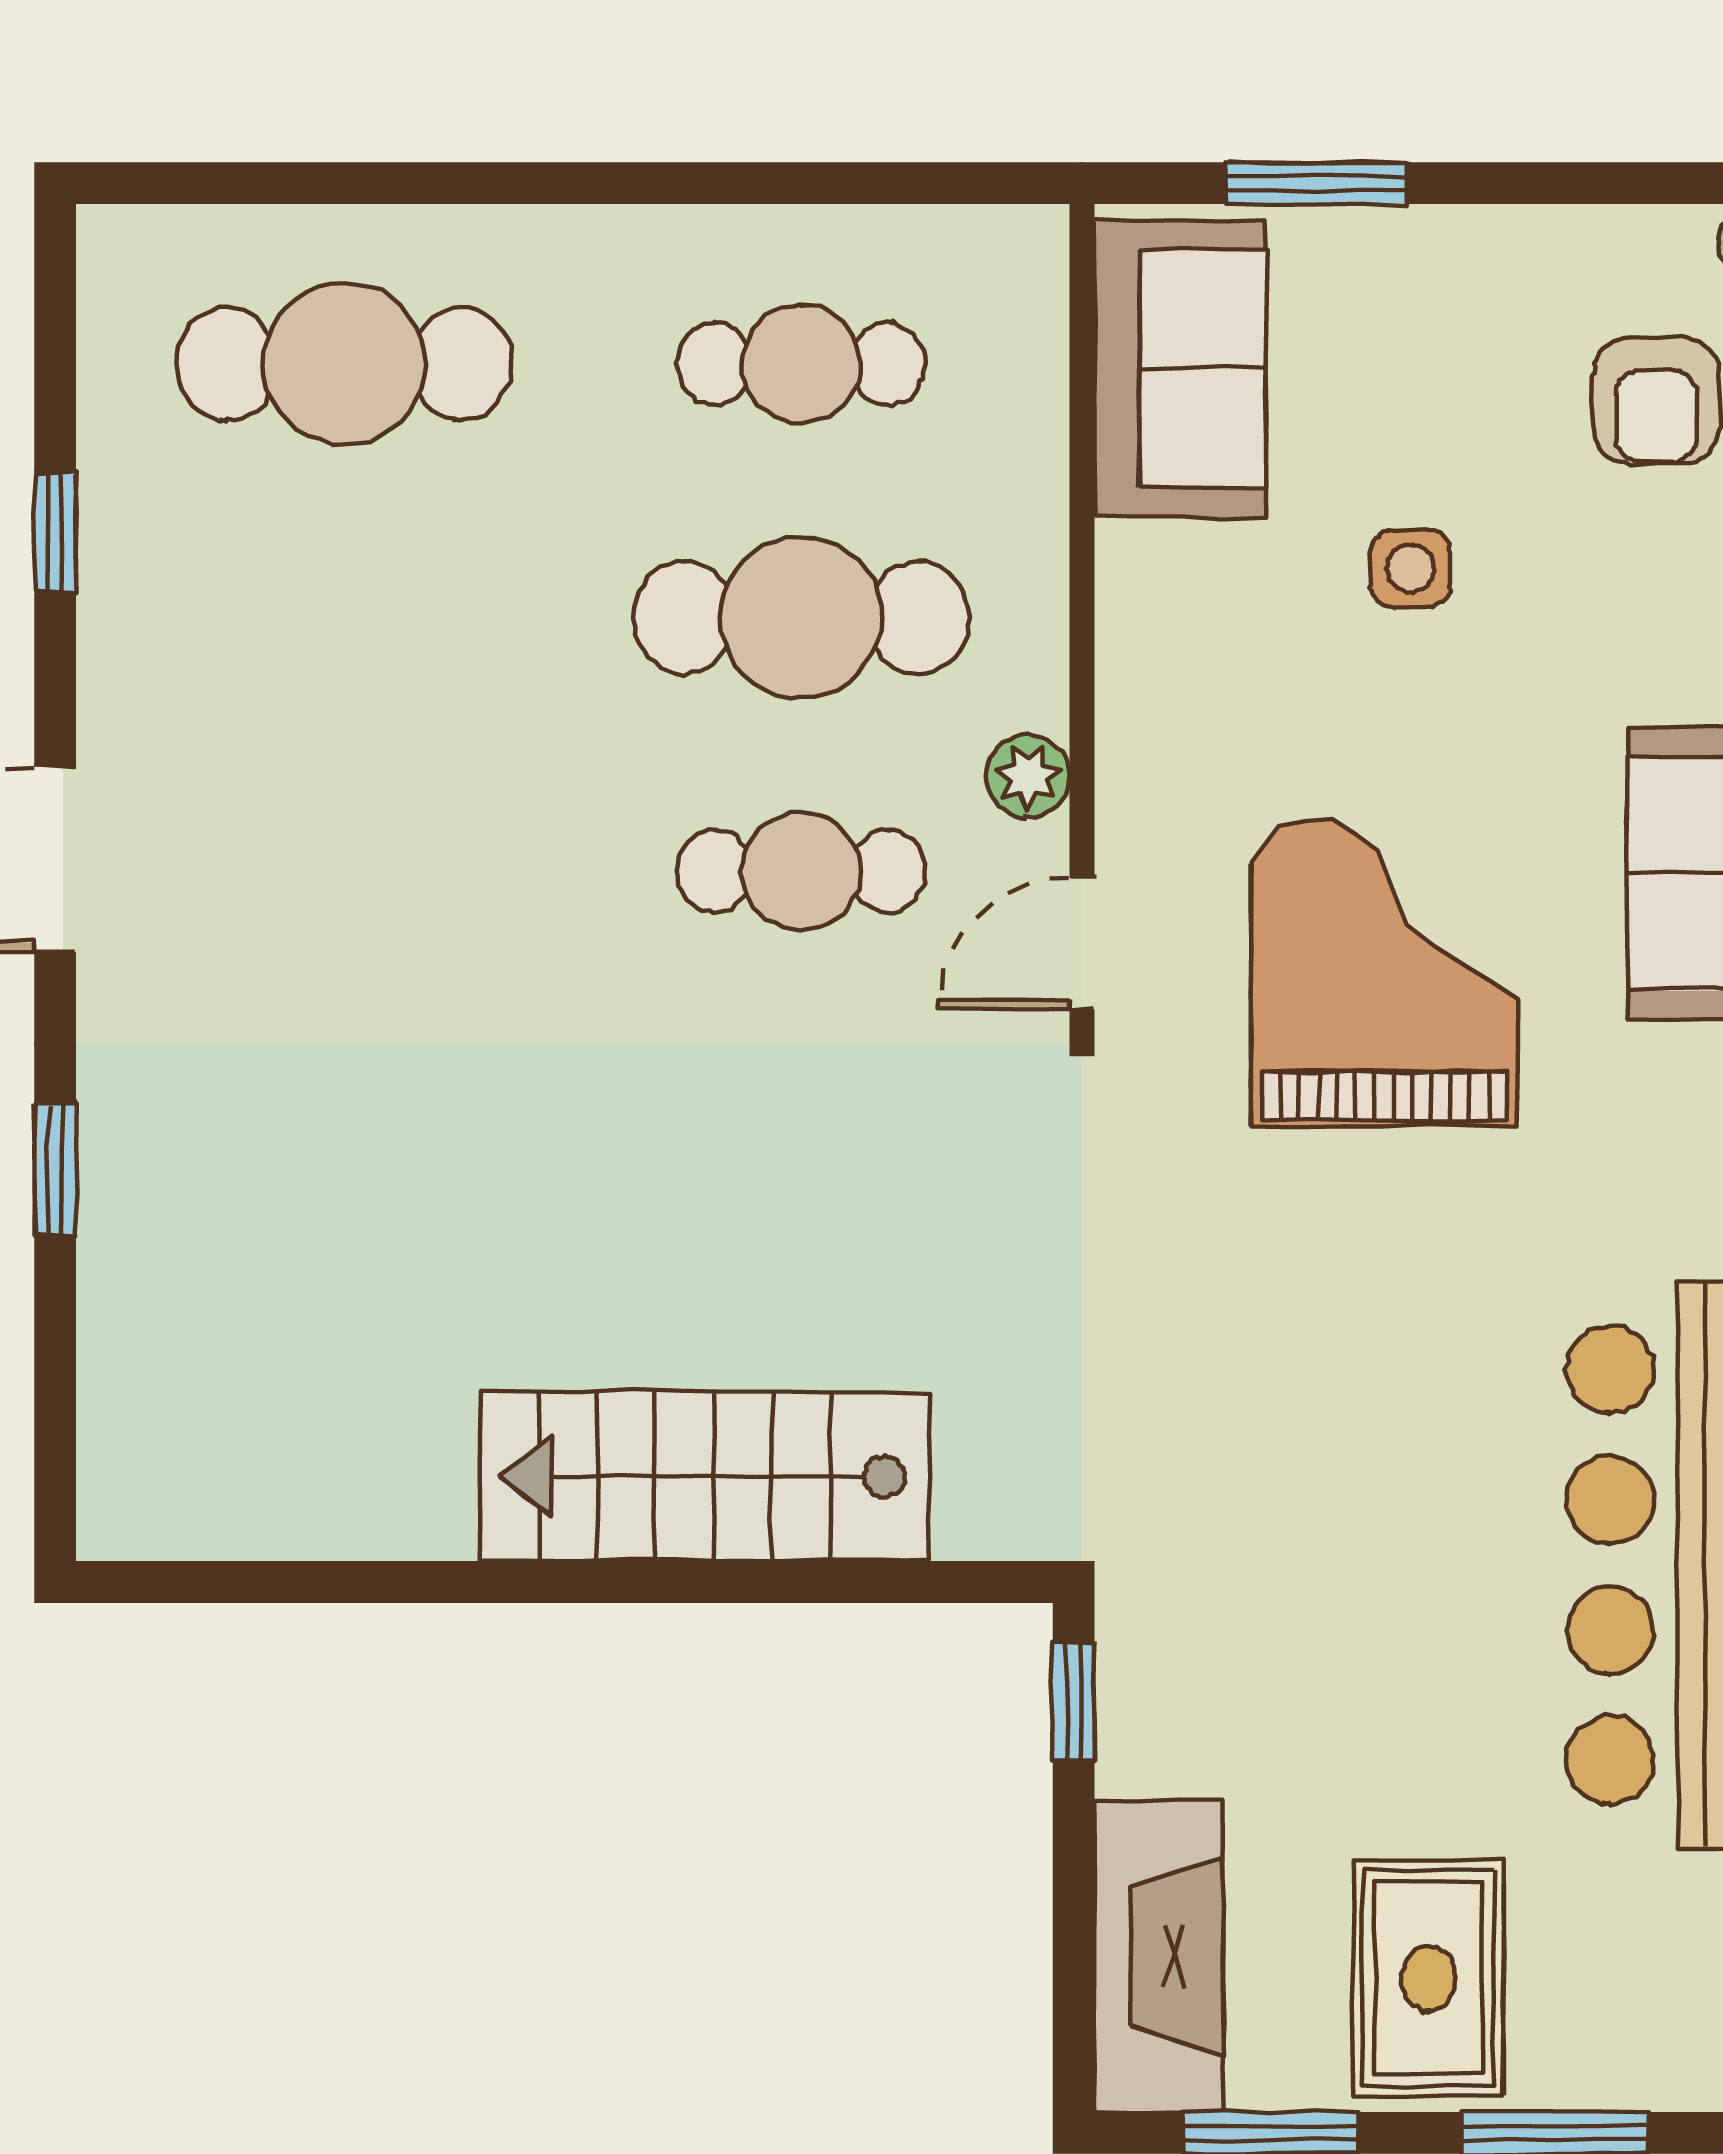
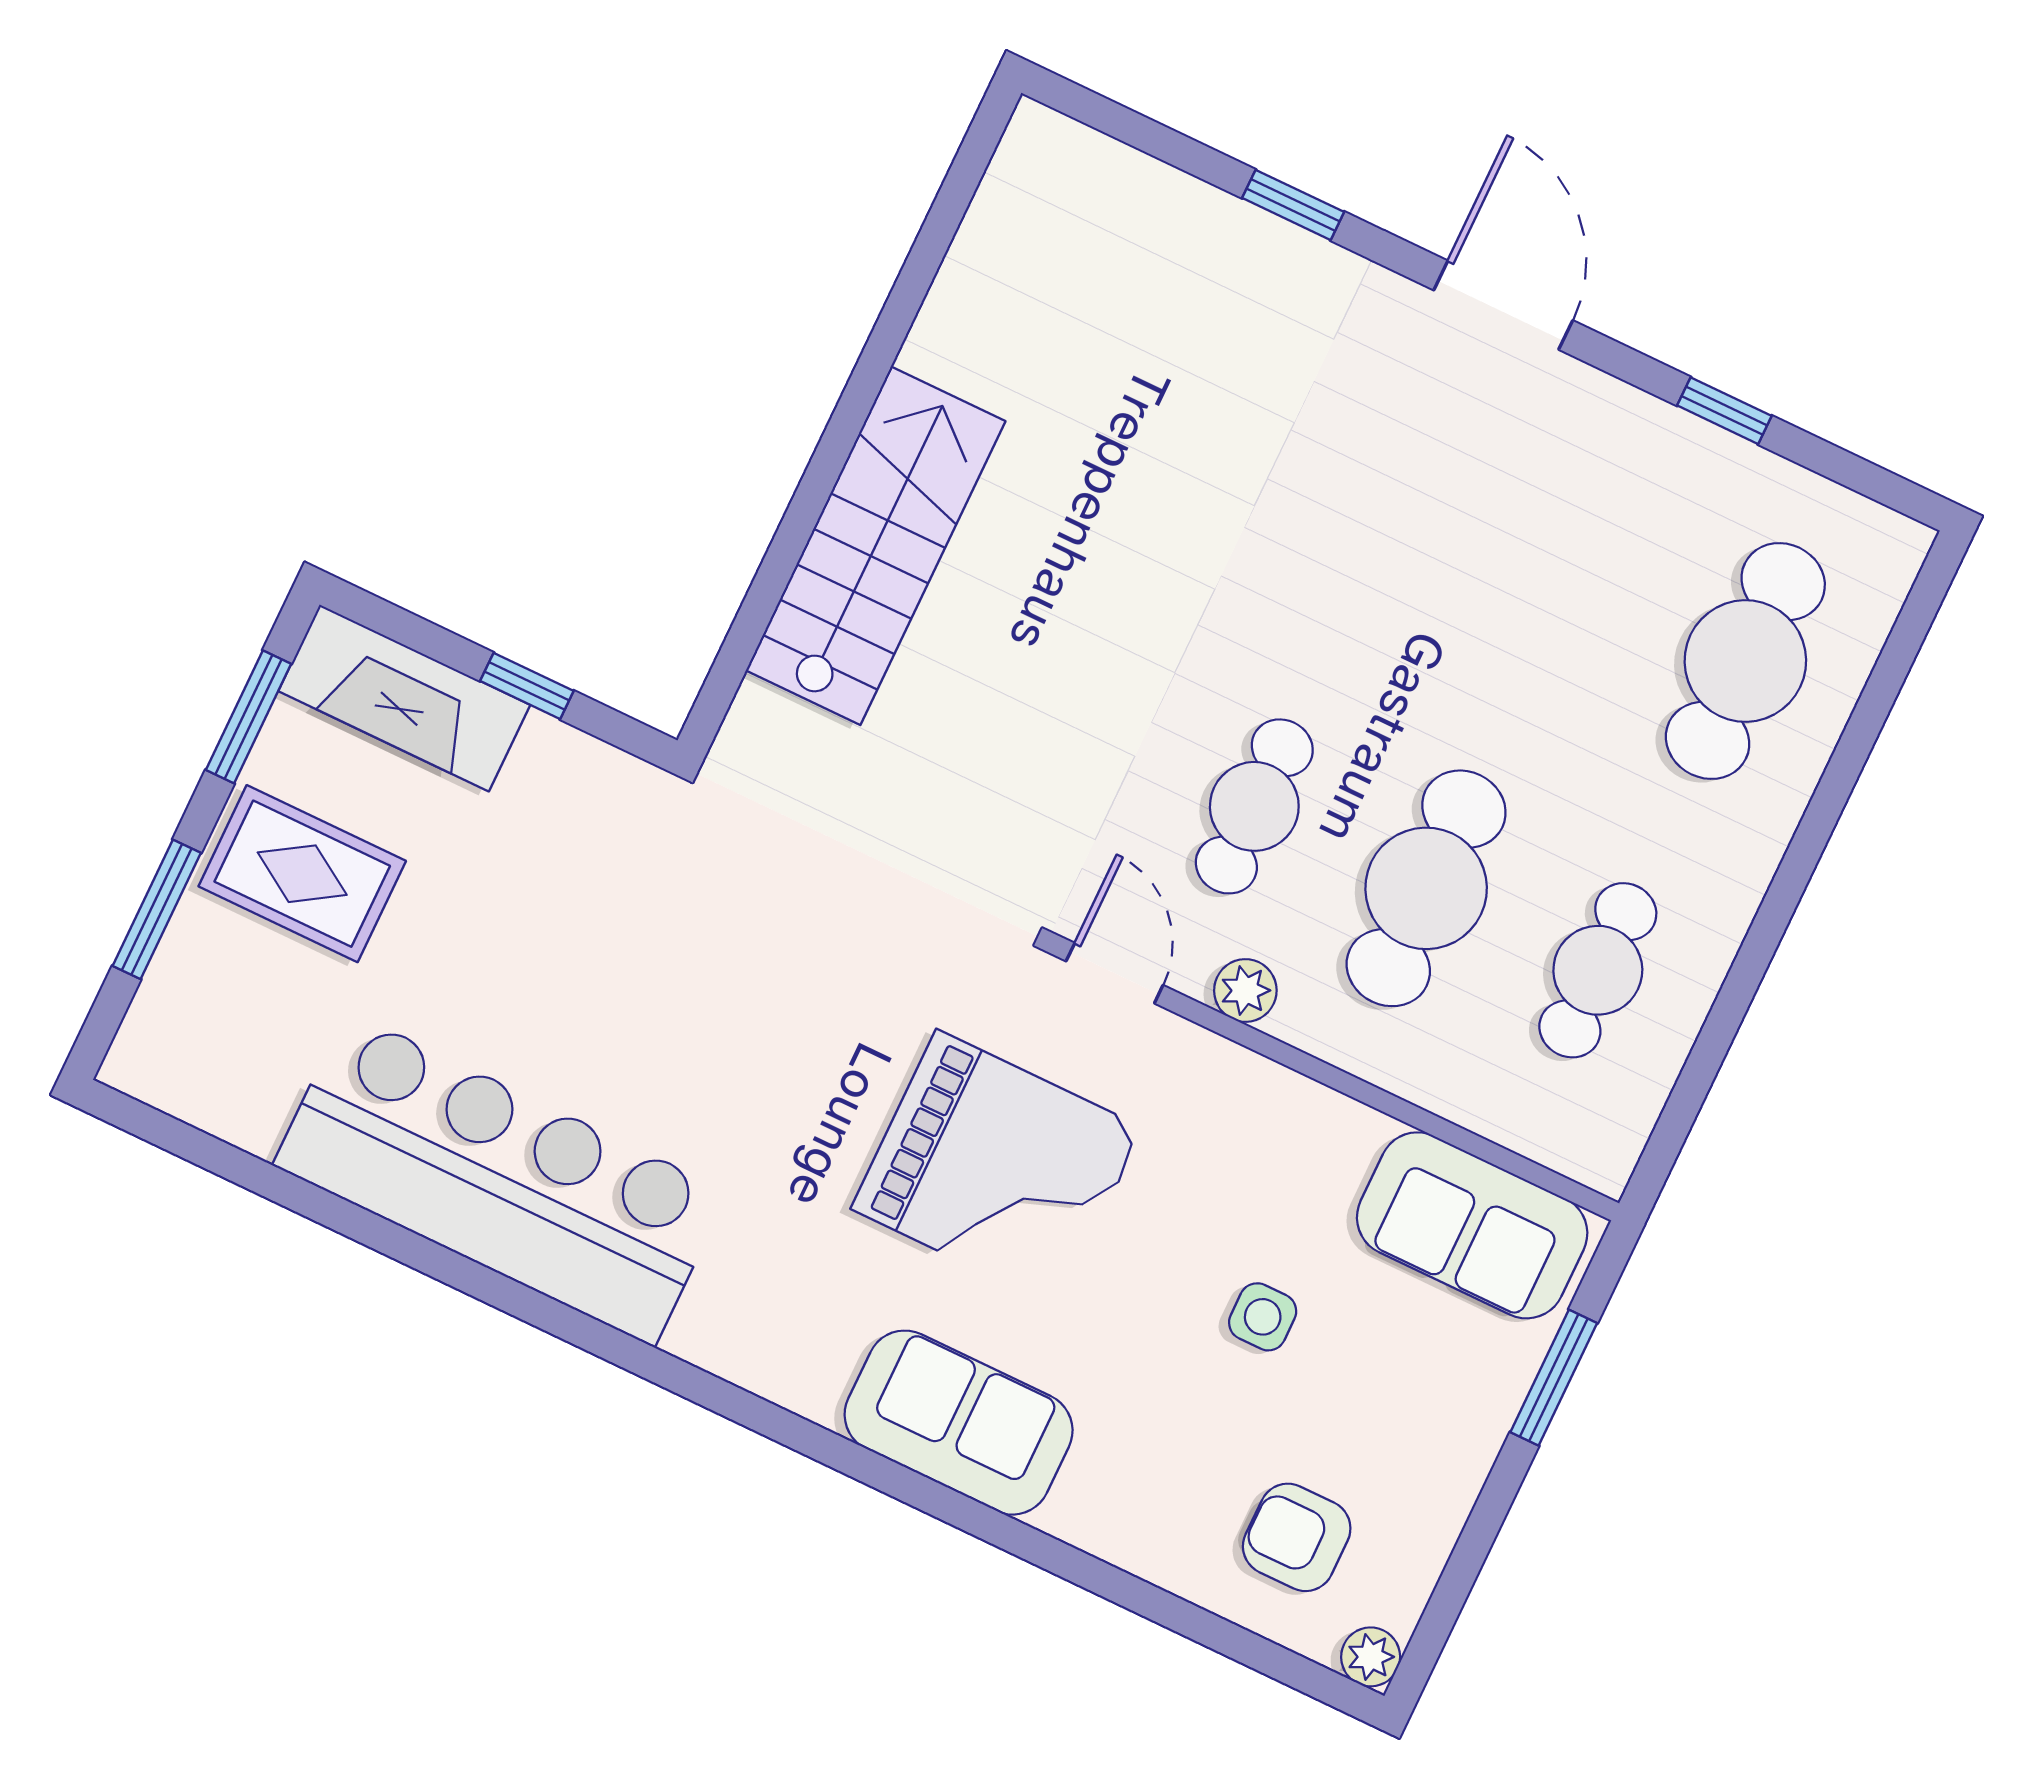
window: (1074, 1702) -> (527, 686), moved

